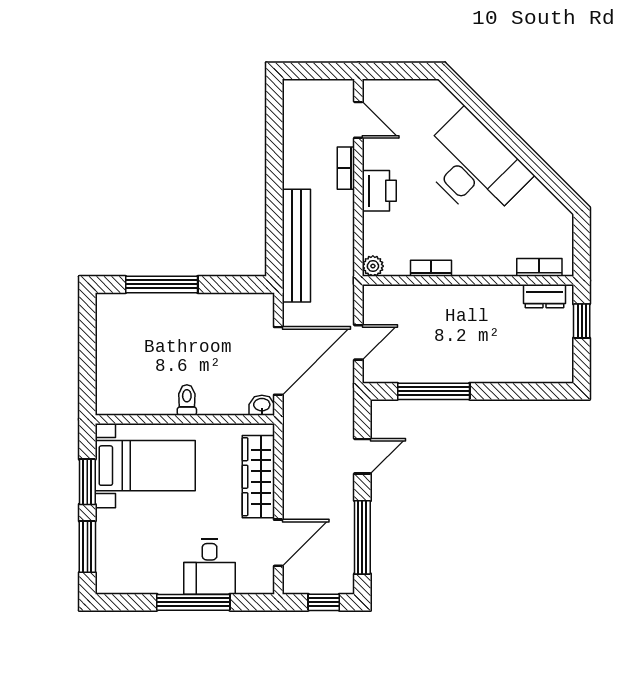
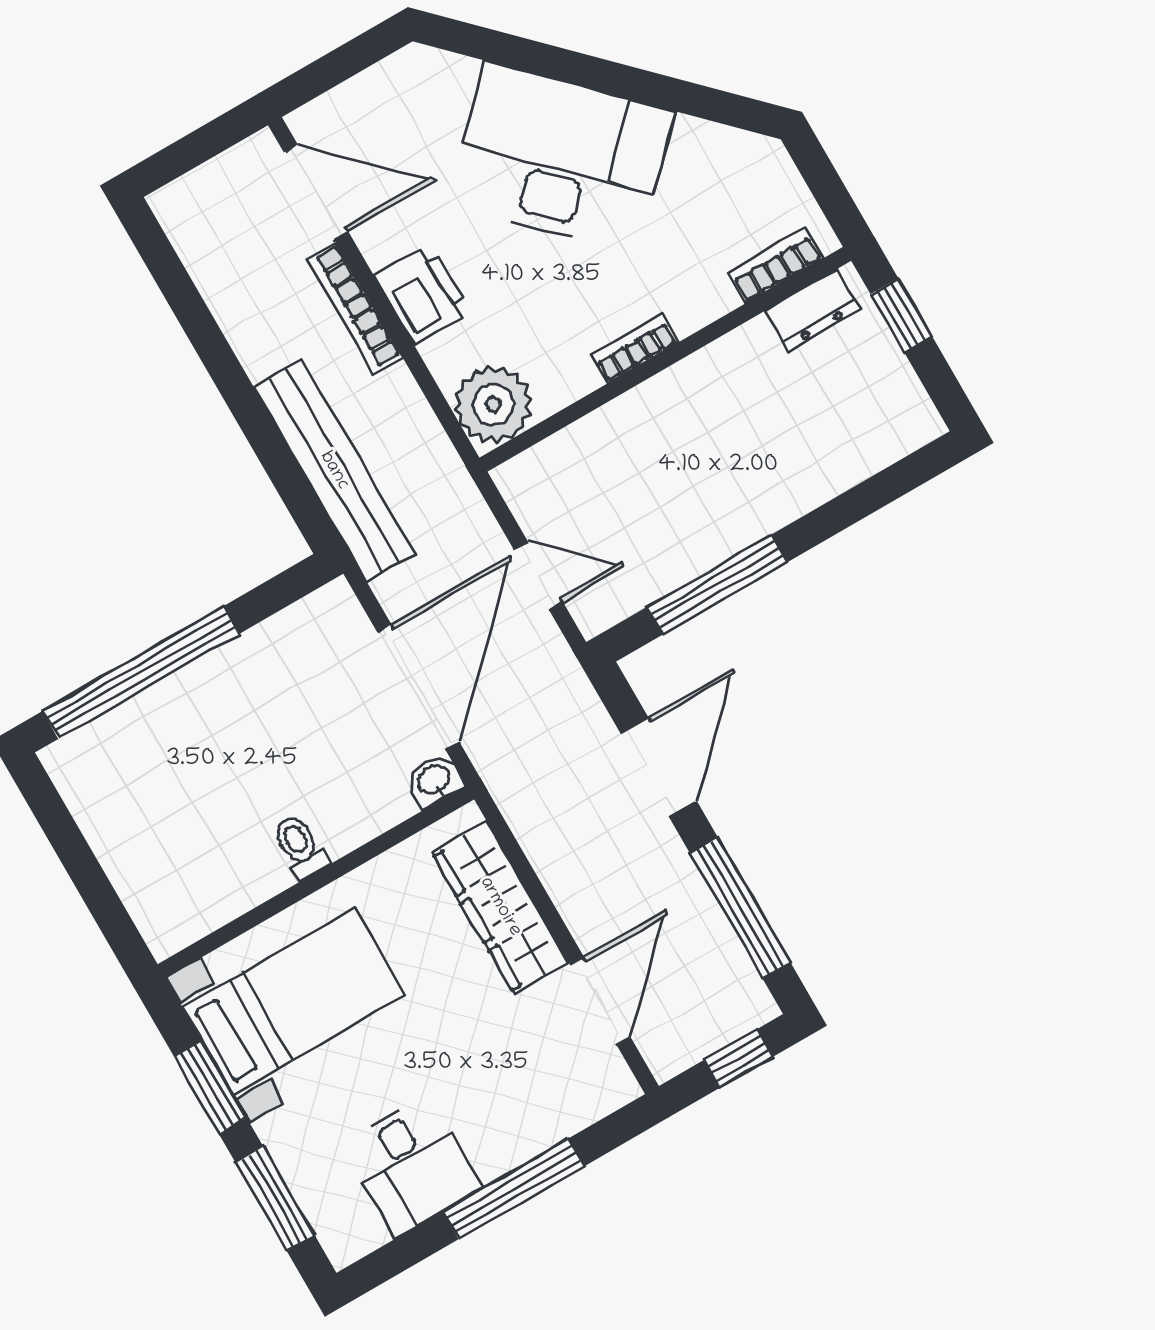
door: (358, 120) -> (316, 192), width x1.38
bookcase: (346, 168) -> (354, 308), width x1.56
plant: (373, 266) -> (493, 405), width x1.88, depth x1.88
bookcase: (431, 268) -> (635, 349), moved
window: (162, 284) -> (141, 672), width x1.46
door: (358, 342) -> (538, 575), hinge flipped
door: (362, 456) -> (659, 768), width x1.37
desk: (210, 567) -> (412, 1165), moved

